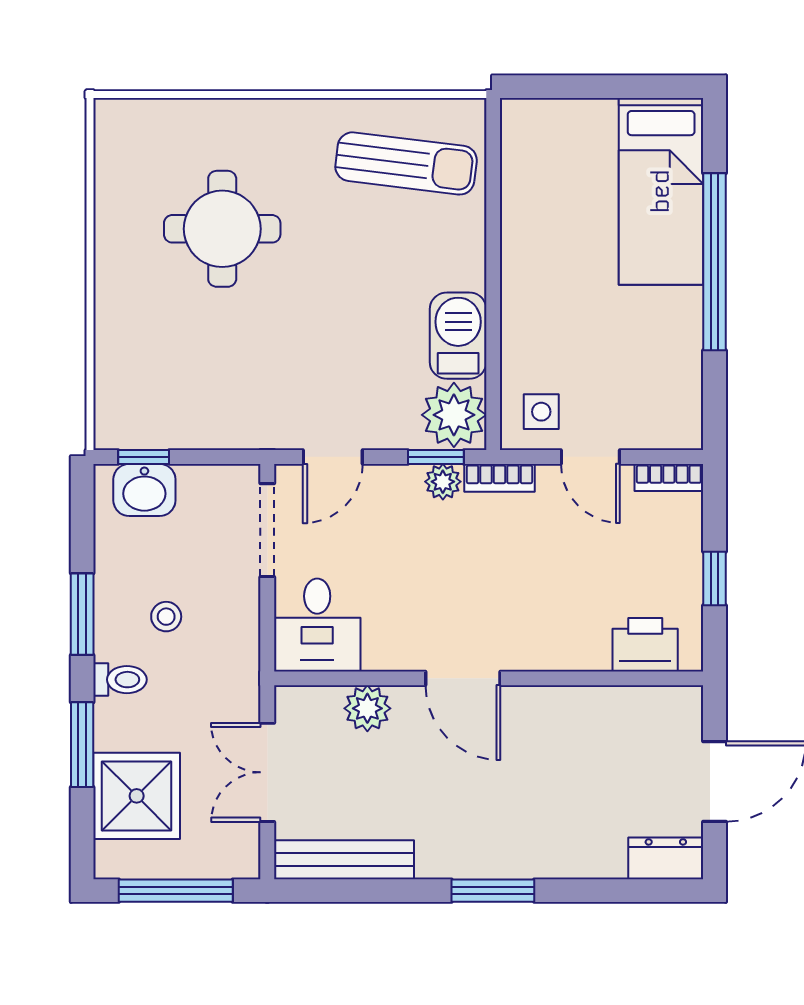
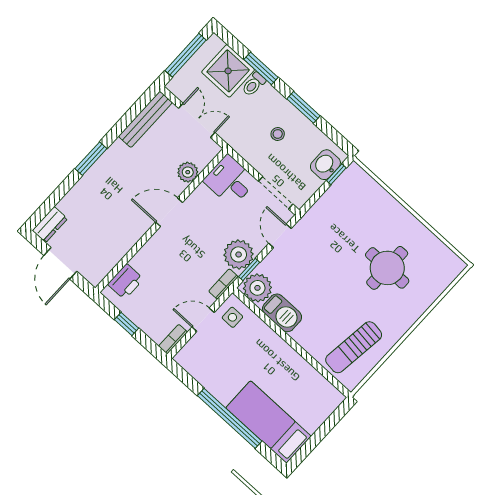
plant: (443, 482) -> (239, 254), width x1.88, depth x1.88
toilet: (120, 680) -> (254, 84), moved

